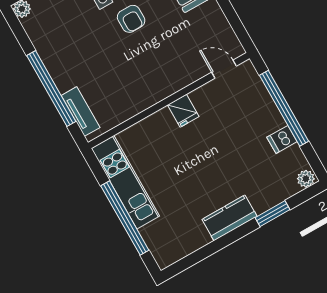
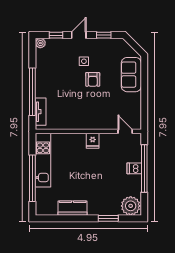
dishwasher: (282, 139) -> (134, 168), moved
plant: (306, 179) -> (131, 206), width x1.87, depth x1.87
kitchen counter: (230, 218) -> (73, 208), moved

